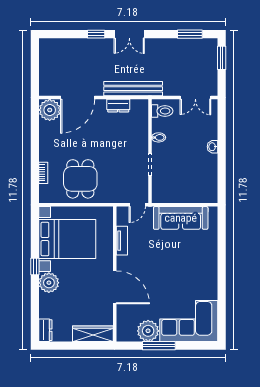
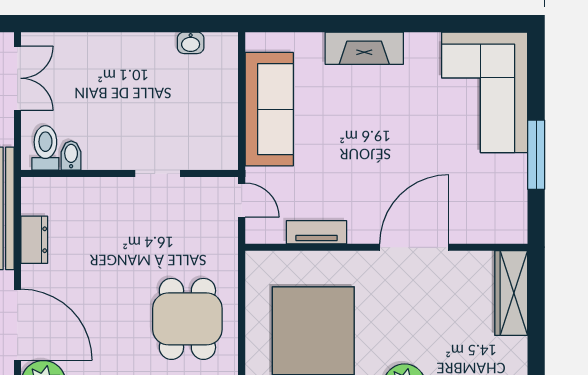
bidet: (159, 137) -> (71, 155), moved
washbasin: (212, 147) -> (191, 43), moved
dining table: (80, 179) -> (187, 319), turned 90
fireplace: (210, 263) -> (364, 48), added
plant: (148, 331) -> (505, 177), removed

